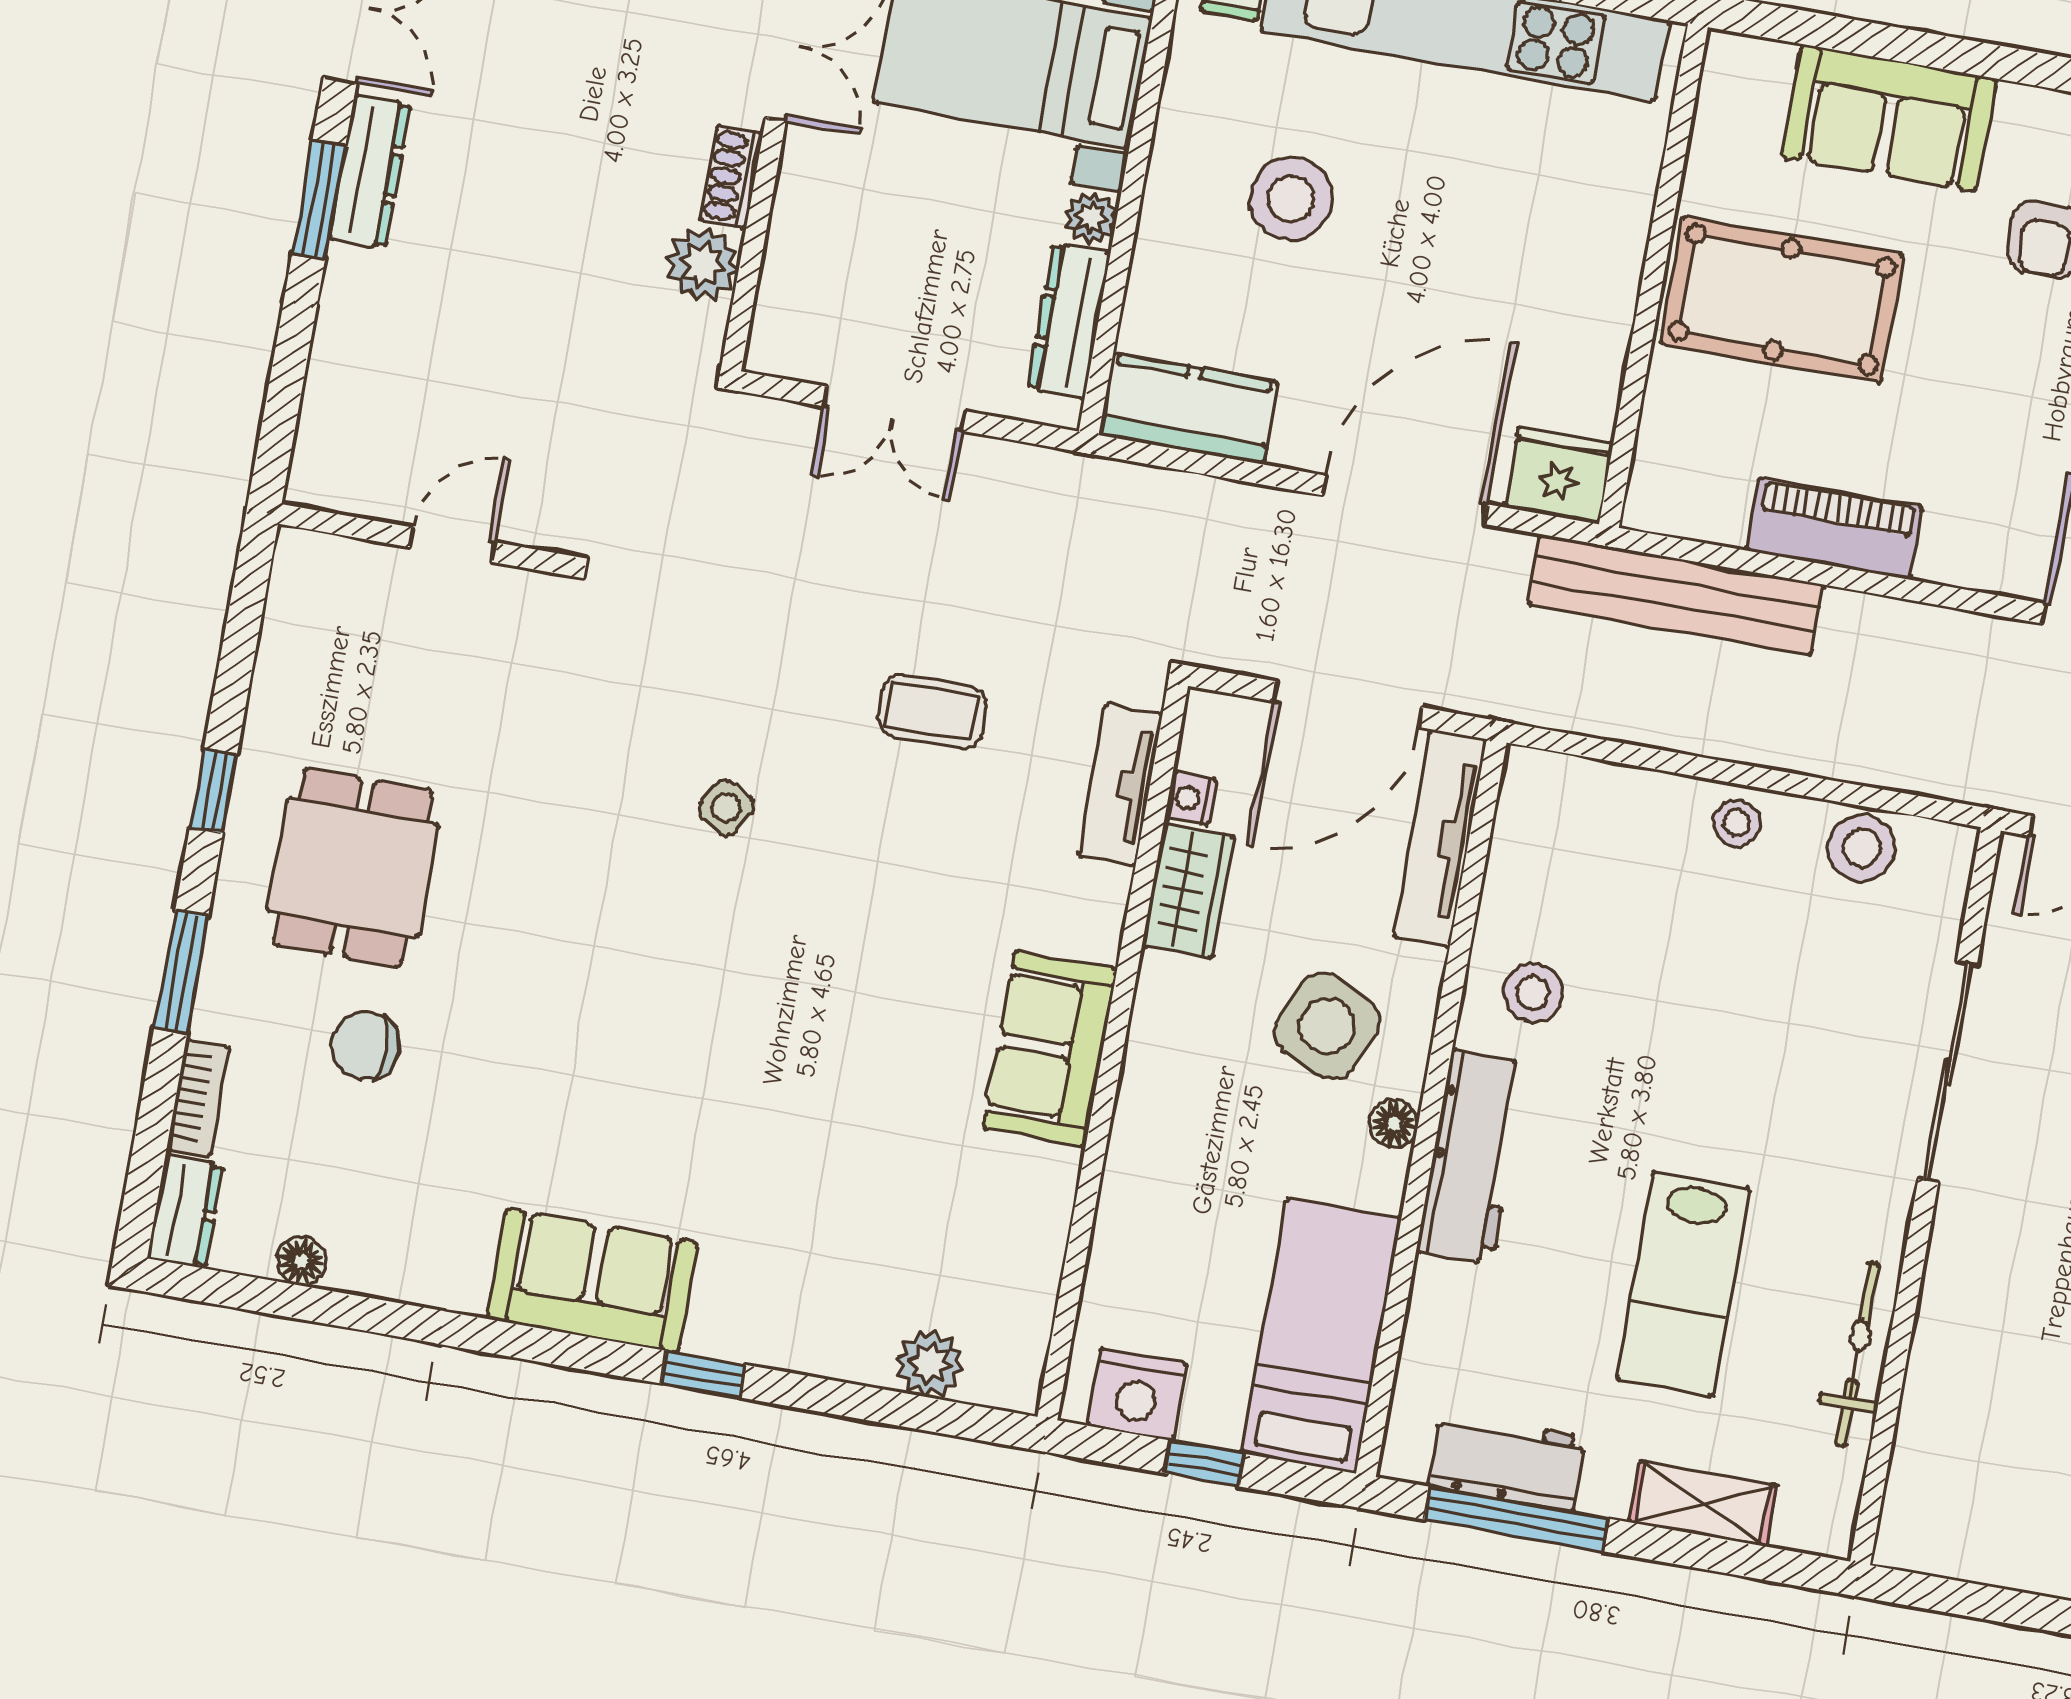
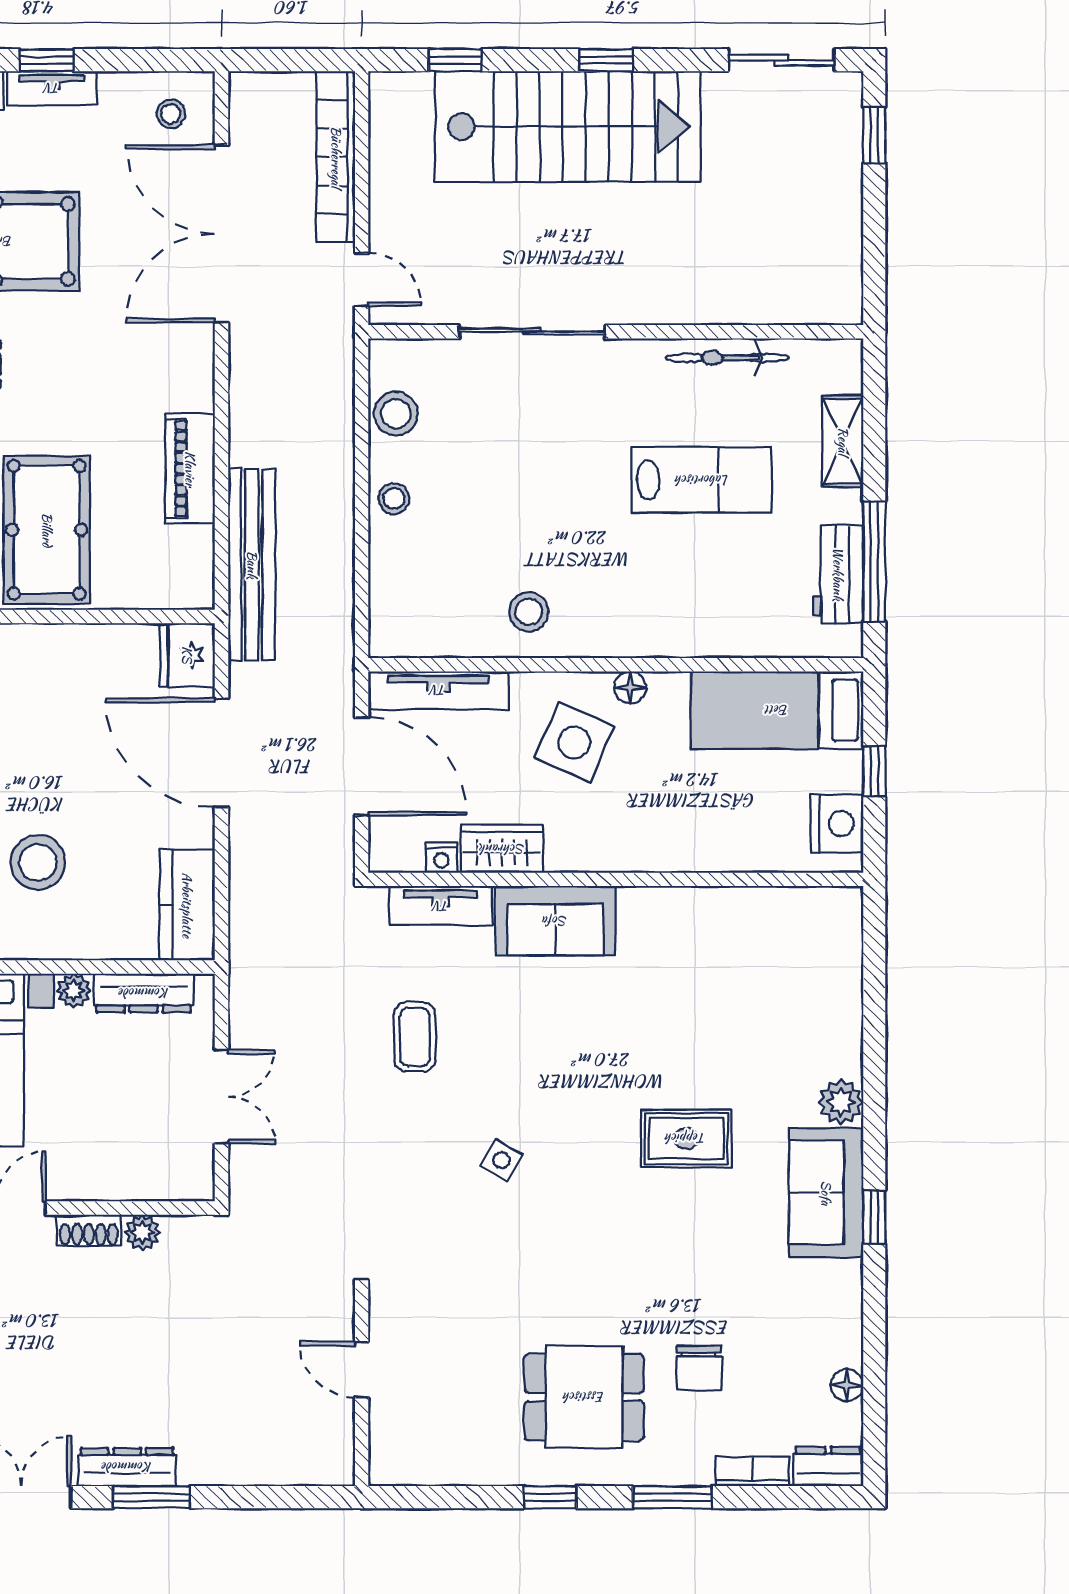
plant: (702, 264) -> (143, 1232), width x0.73, depth x0.73
sofa: (1050, 1048) -> (555, 921), moved
rug: (710, 1088) -> (686, 1138), added
workbench: (1472, 1157) -> (643, 633), removed
plant: (930, 1363) -> (841, 1102), moved
window: (703, 1374) -> (874, 1217), moved

